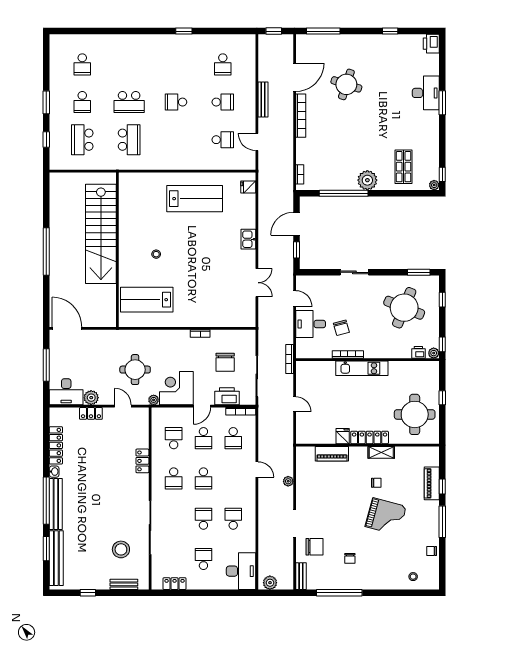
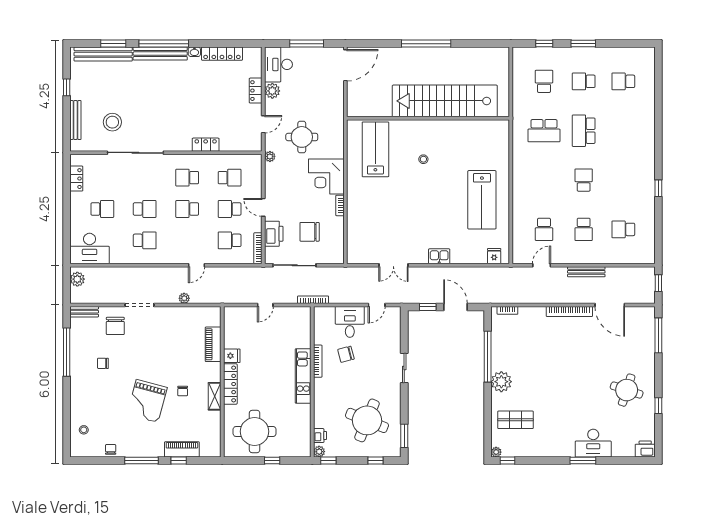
round table: (346, 84) -> (627, 390), moved
school desk: (82, 140) -> (544, 81), width x0.54
corner desk: (176, 388) -> (326, 176), moved, turned 180
bench: (124, 584) -> (75, 120), width x1.36

